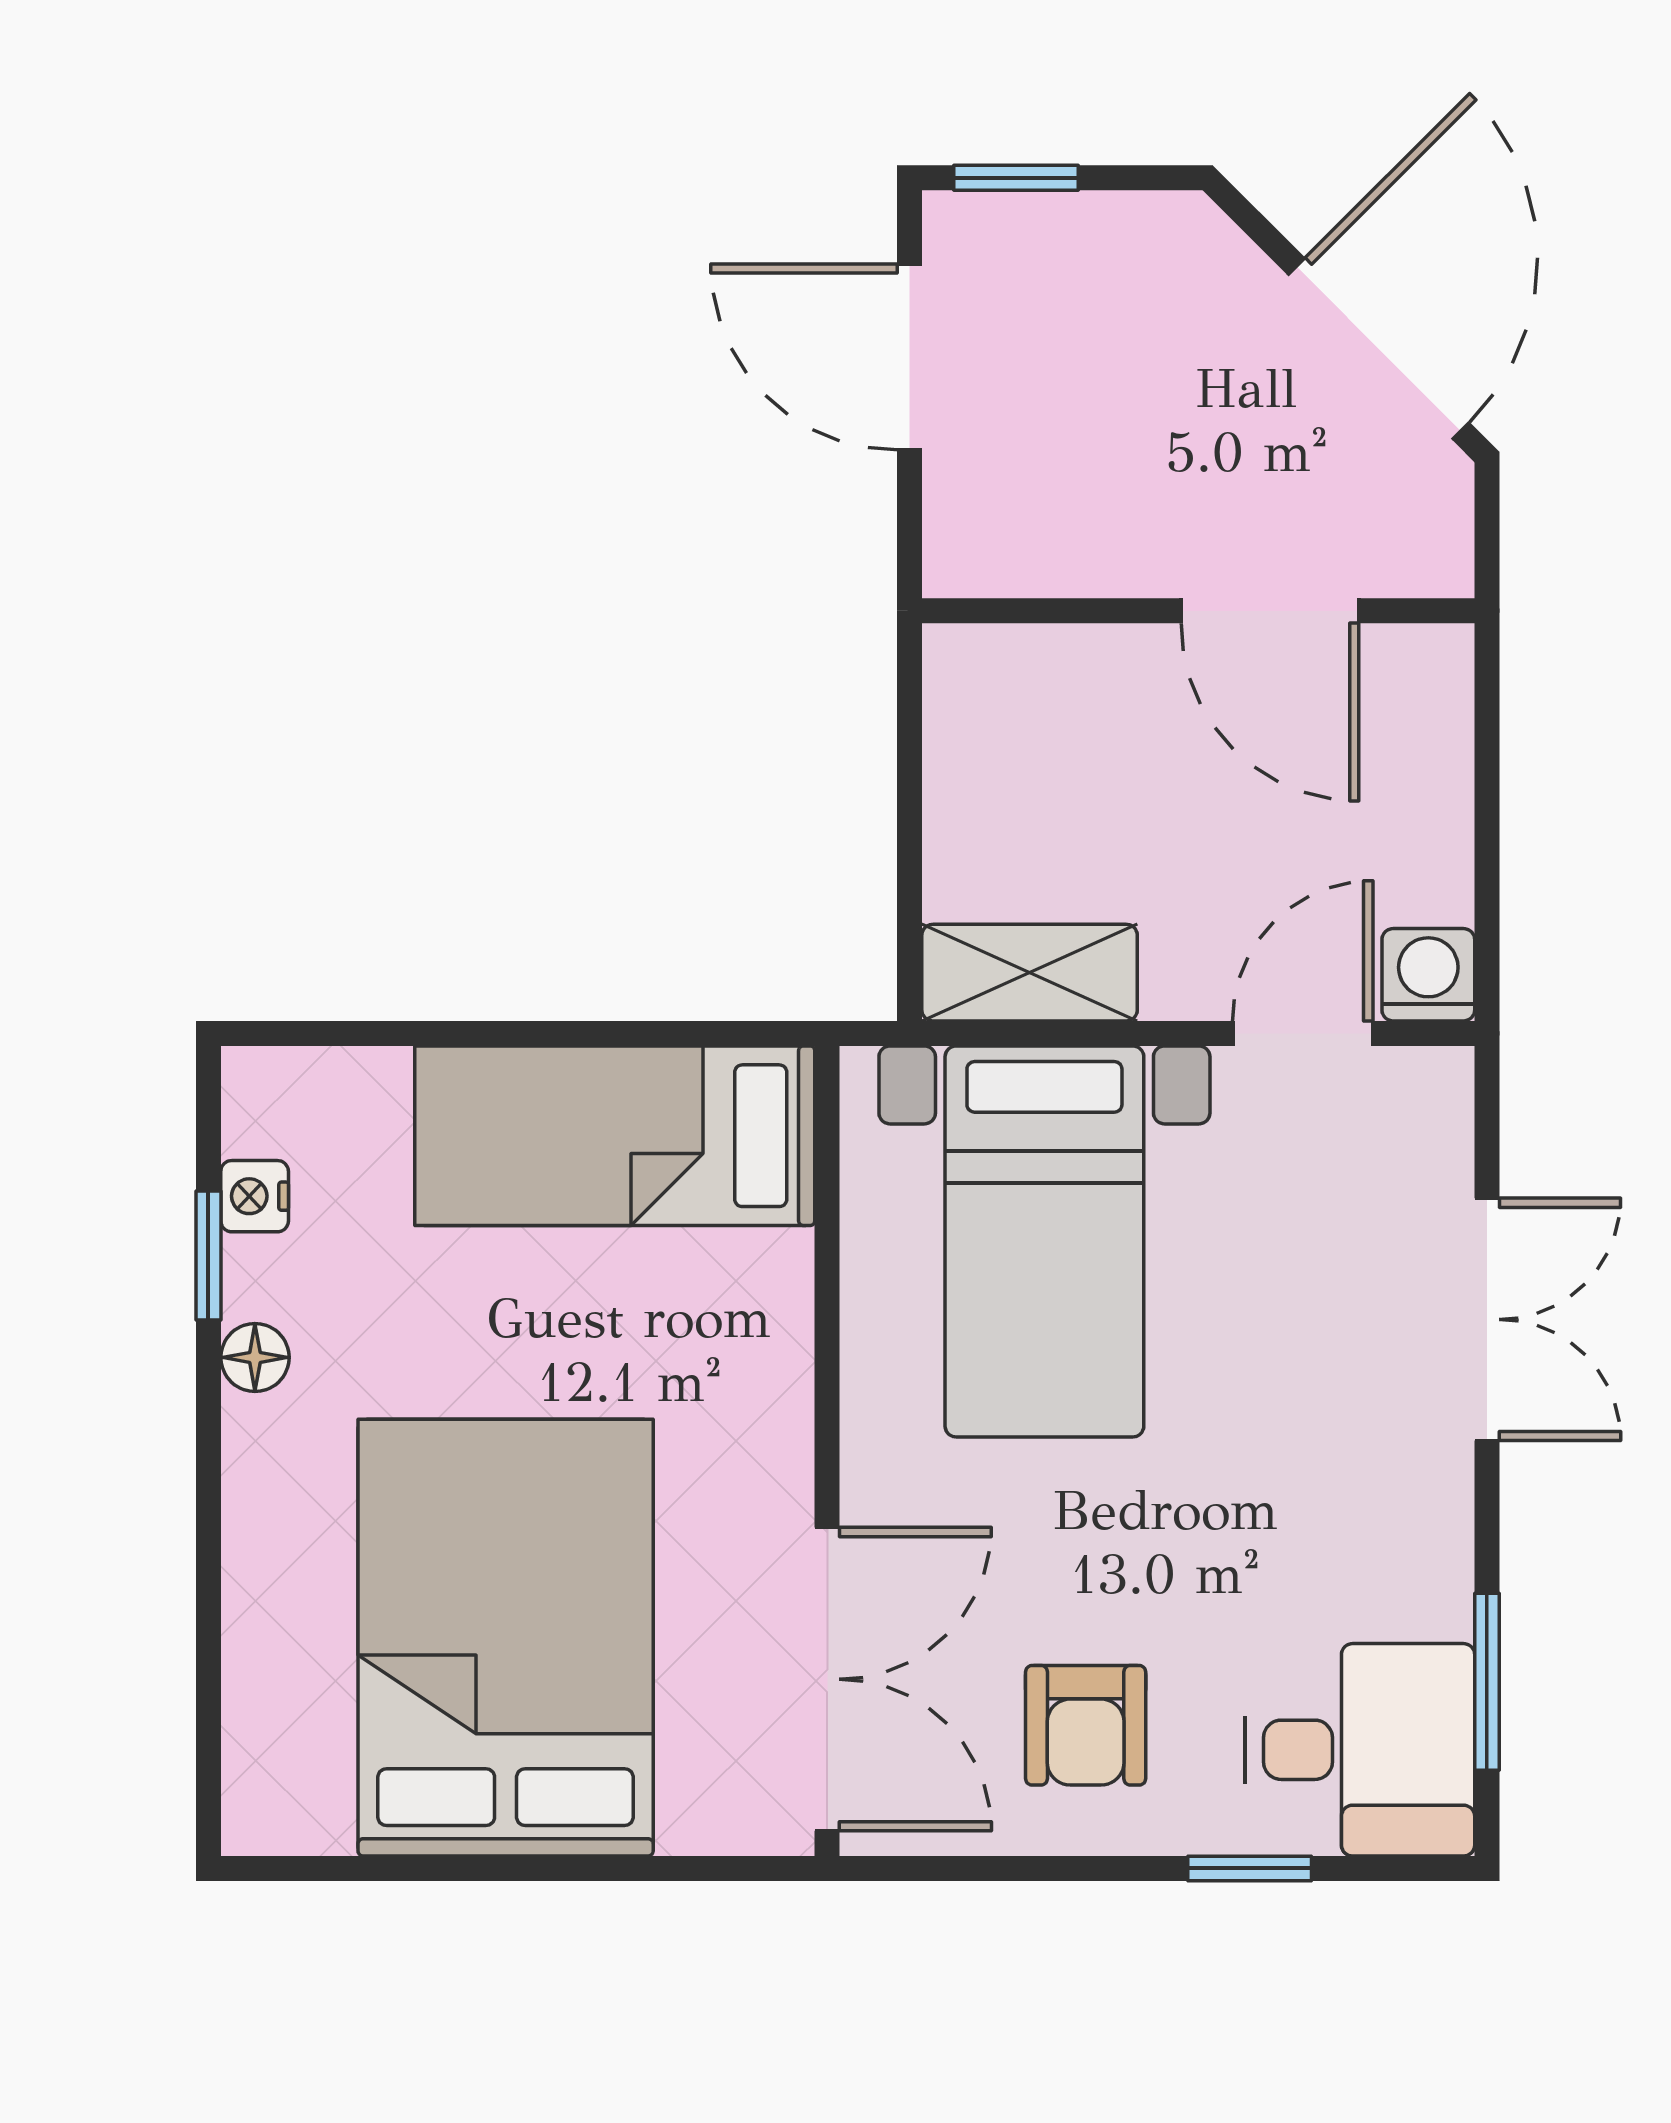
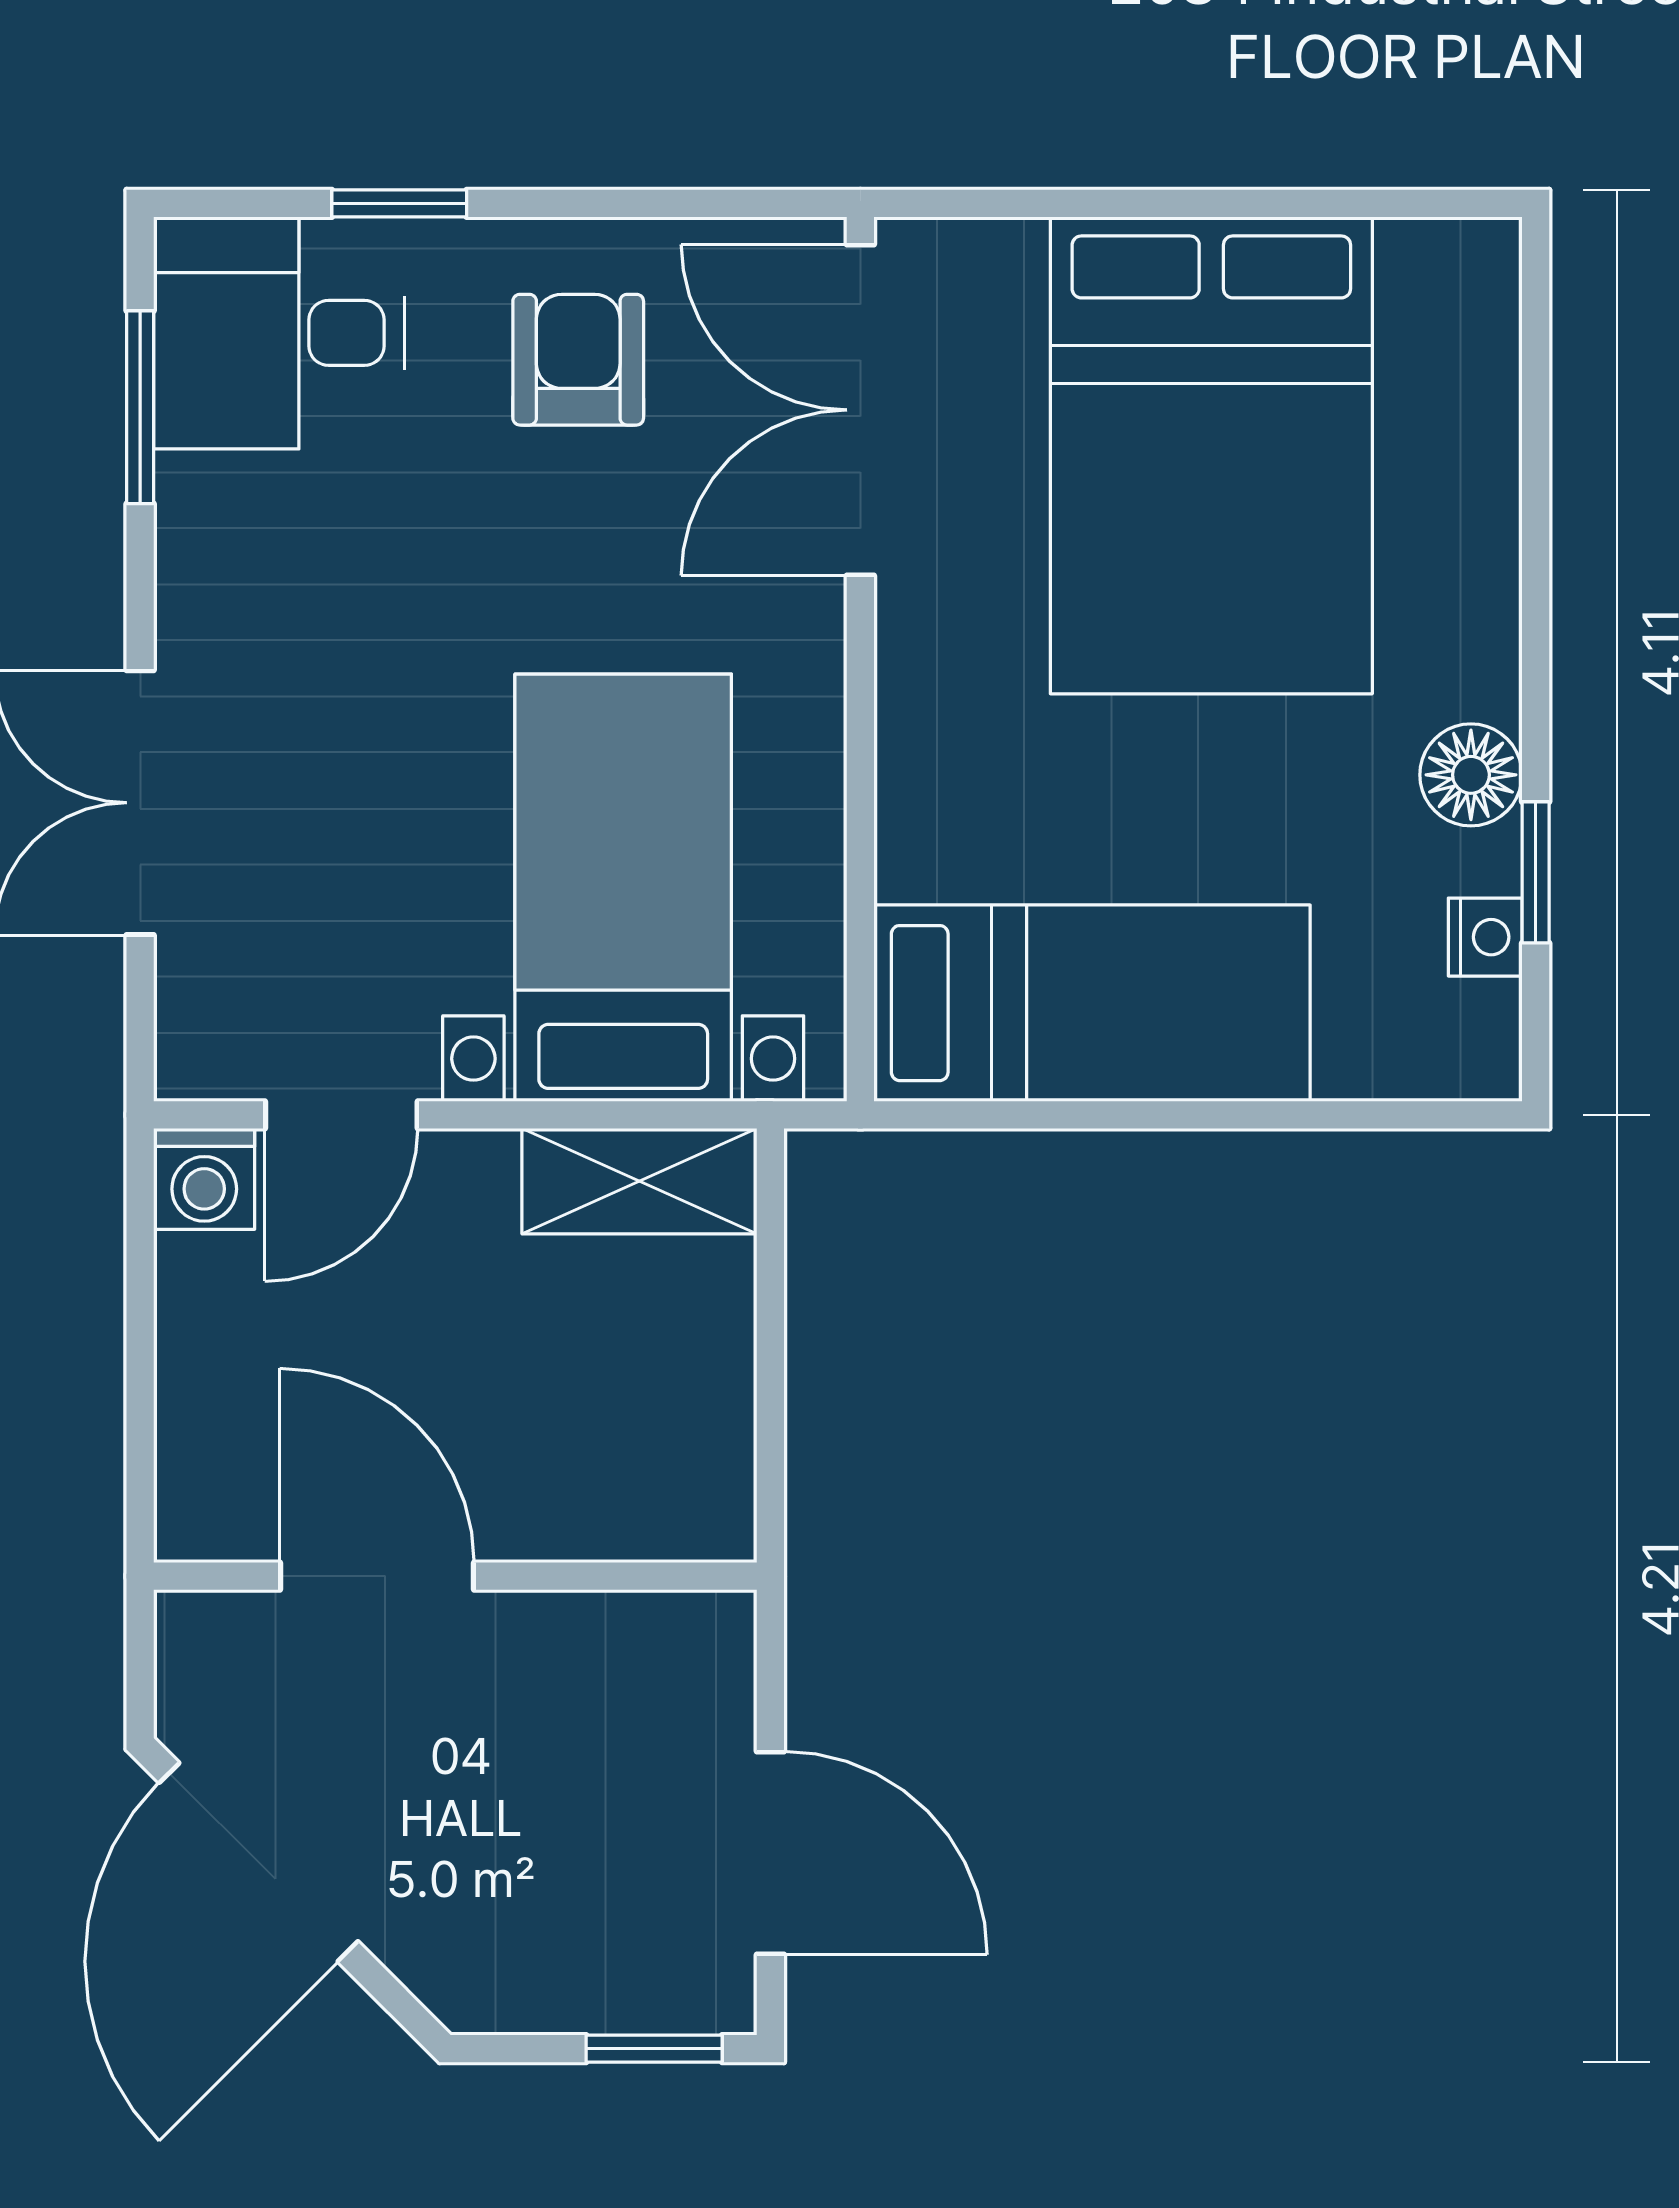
floor lamp: (255, 1357) -> (1471, 775), width x1.37, depth x1.37

